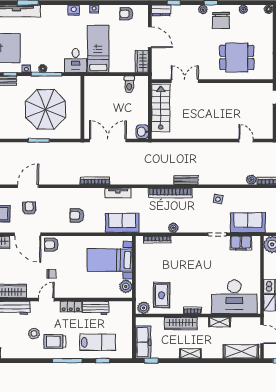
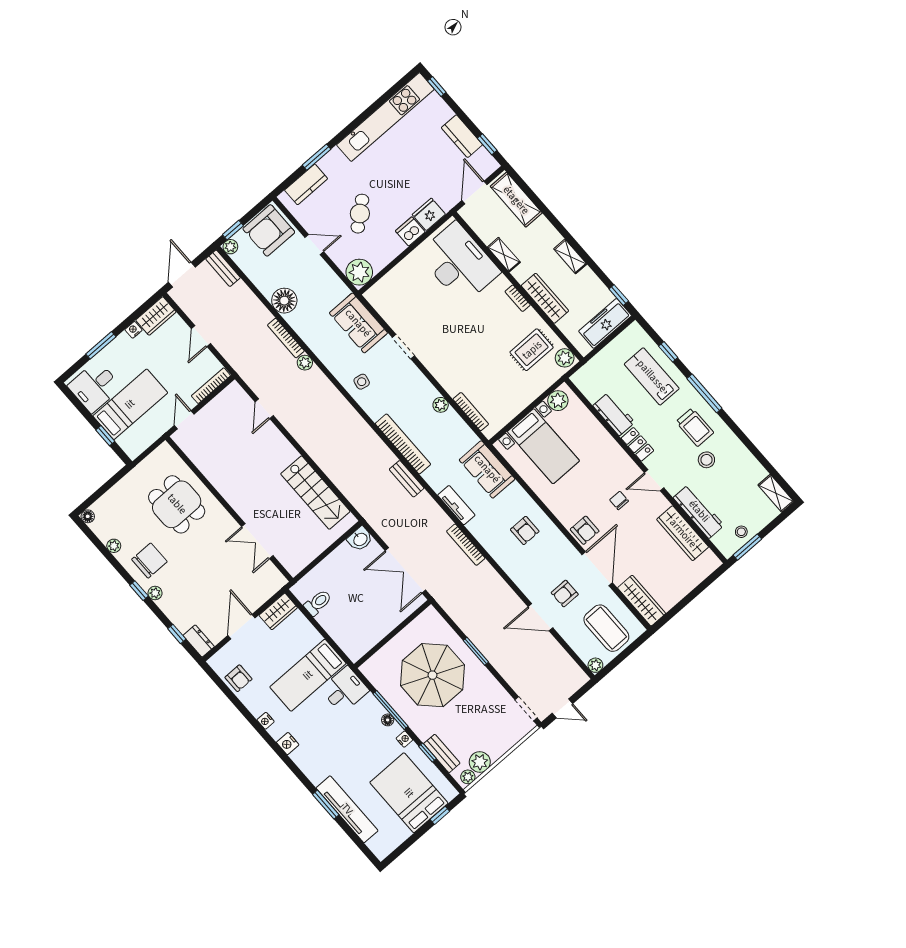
stairs: (161, 108) -> (315, 493), moved, turned -90
bench: (186, 180) -> (407, 479), moved
filing cabinet: (241, 243) -> (390, 310), removed

